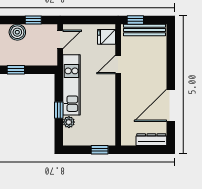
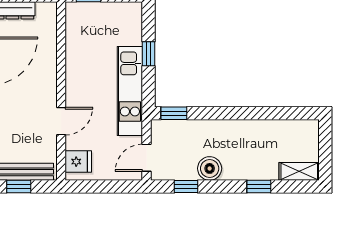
window: (135, 20) -> (19, 186), moved
window: (16, 70) -> (174, 113), moved
plant: (69, 122) -> (134, 36), removed

